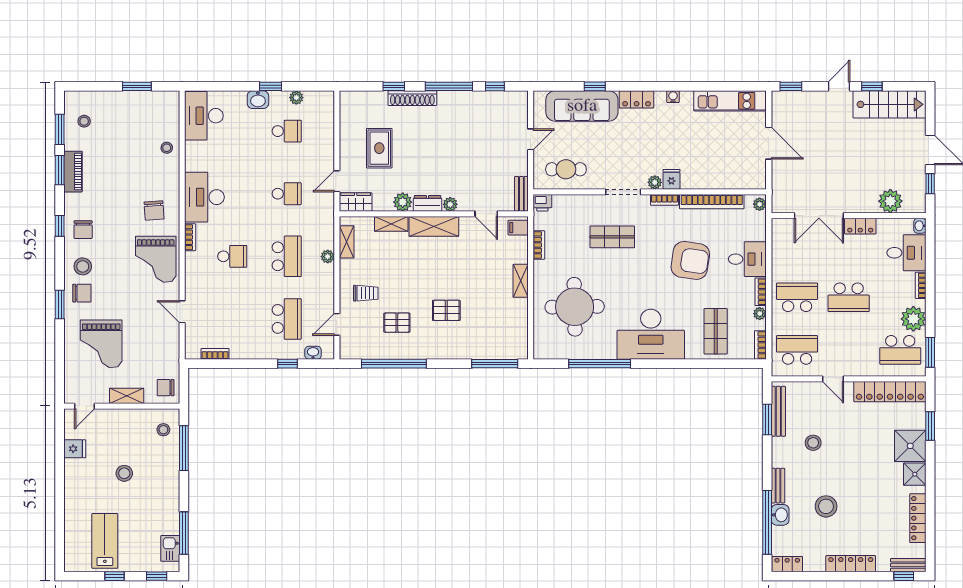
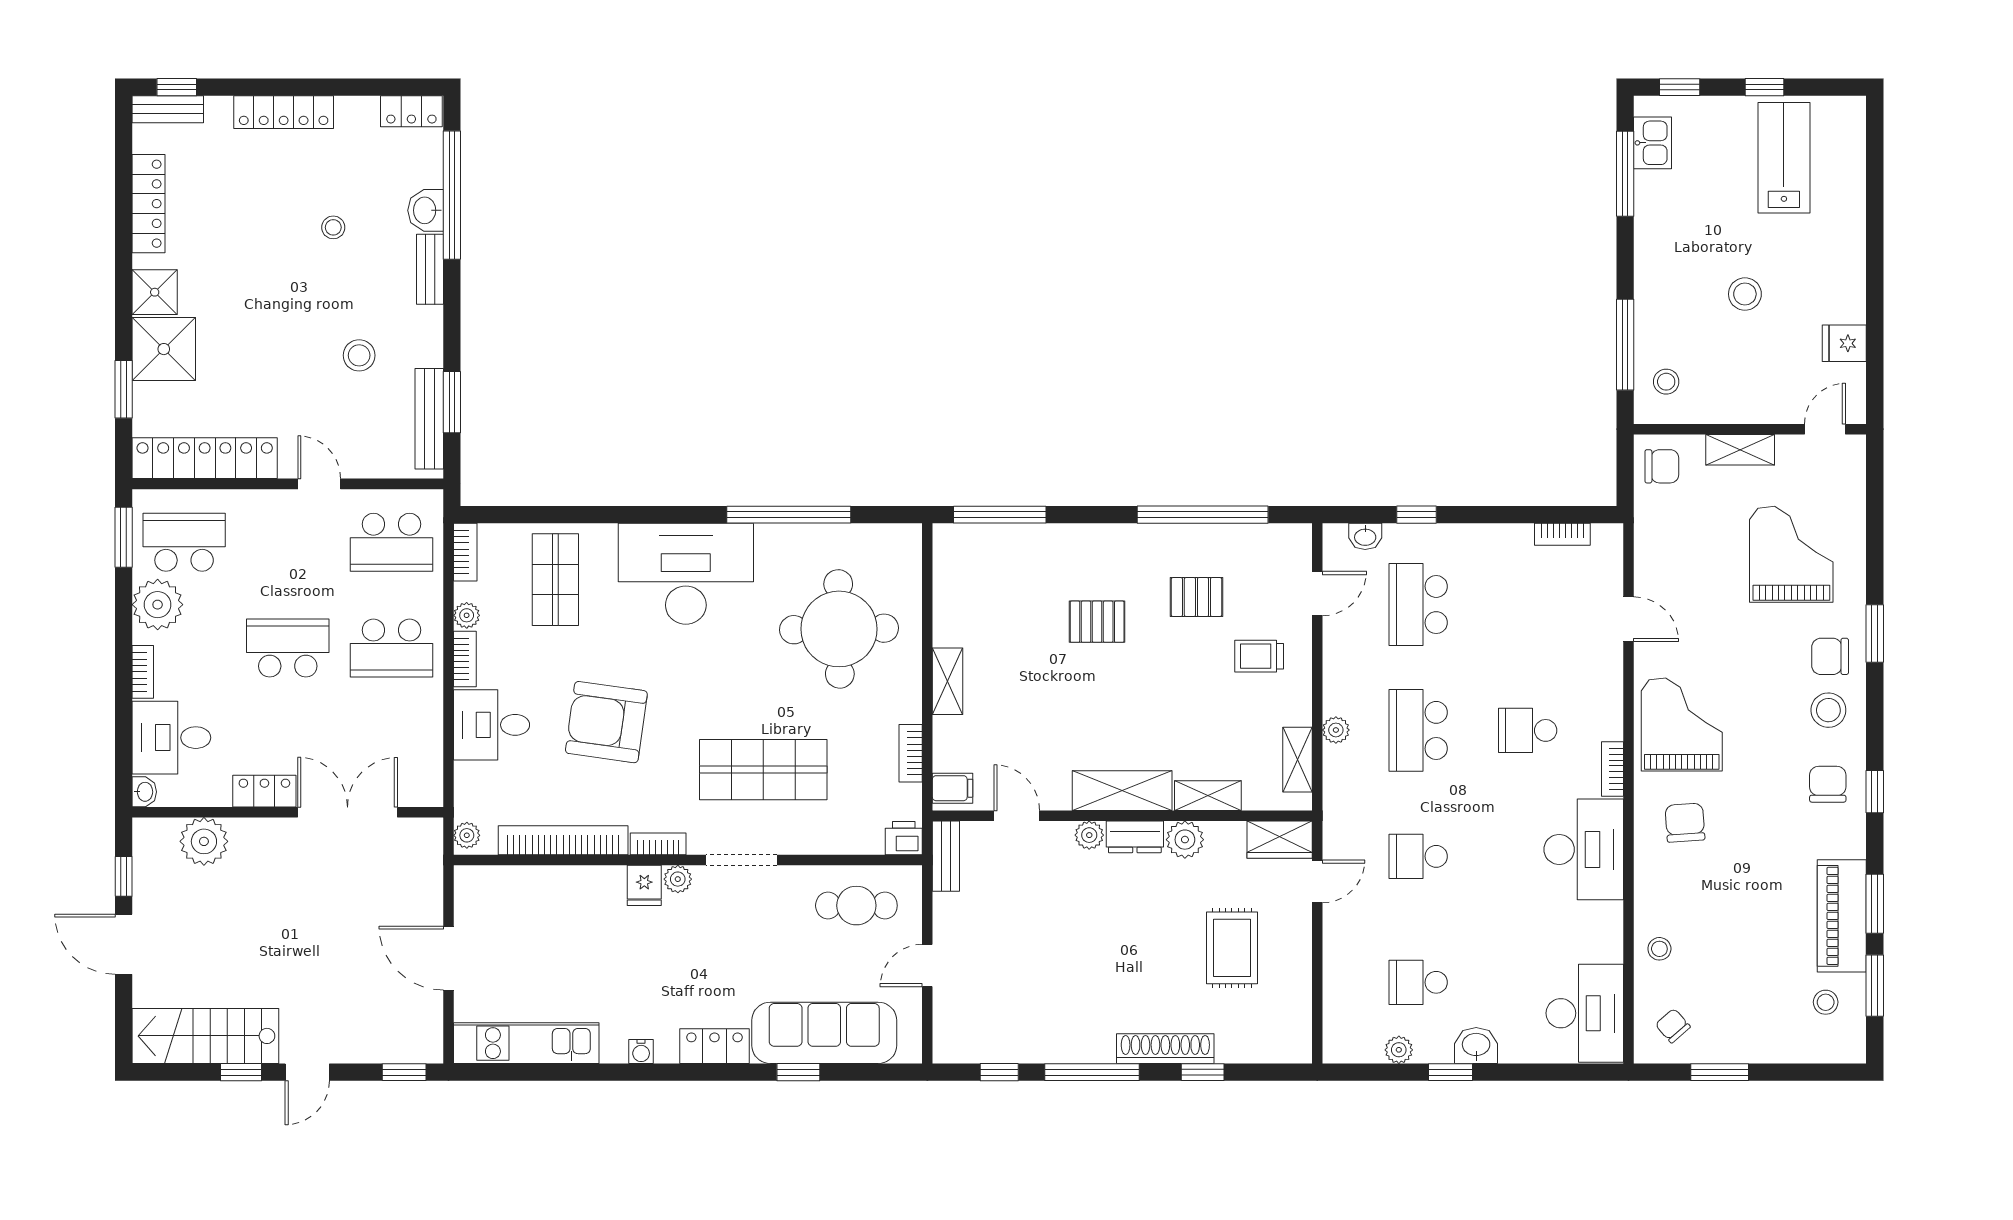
chair: (160, 110) -> (1673, 1026), added
piano: (73, 172) -> (1842, 916), width x1.37, depth x1.33
shop shelf: (612, 237) -> (763, 770), width x1.43, depth x1.36
stool: (826, 506) -> (333, 227), width x0.53, depth x0.53
lab bench: (105, 541) -> (1784, 158), turned 180

